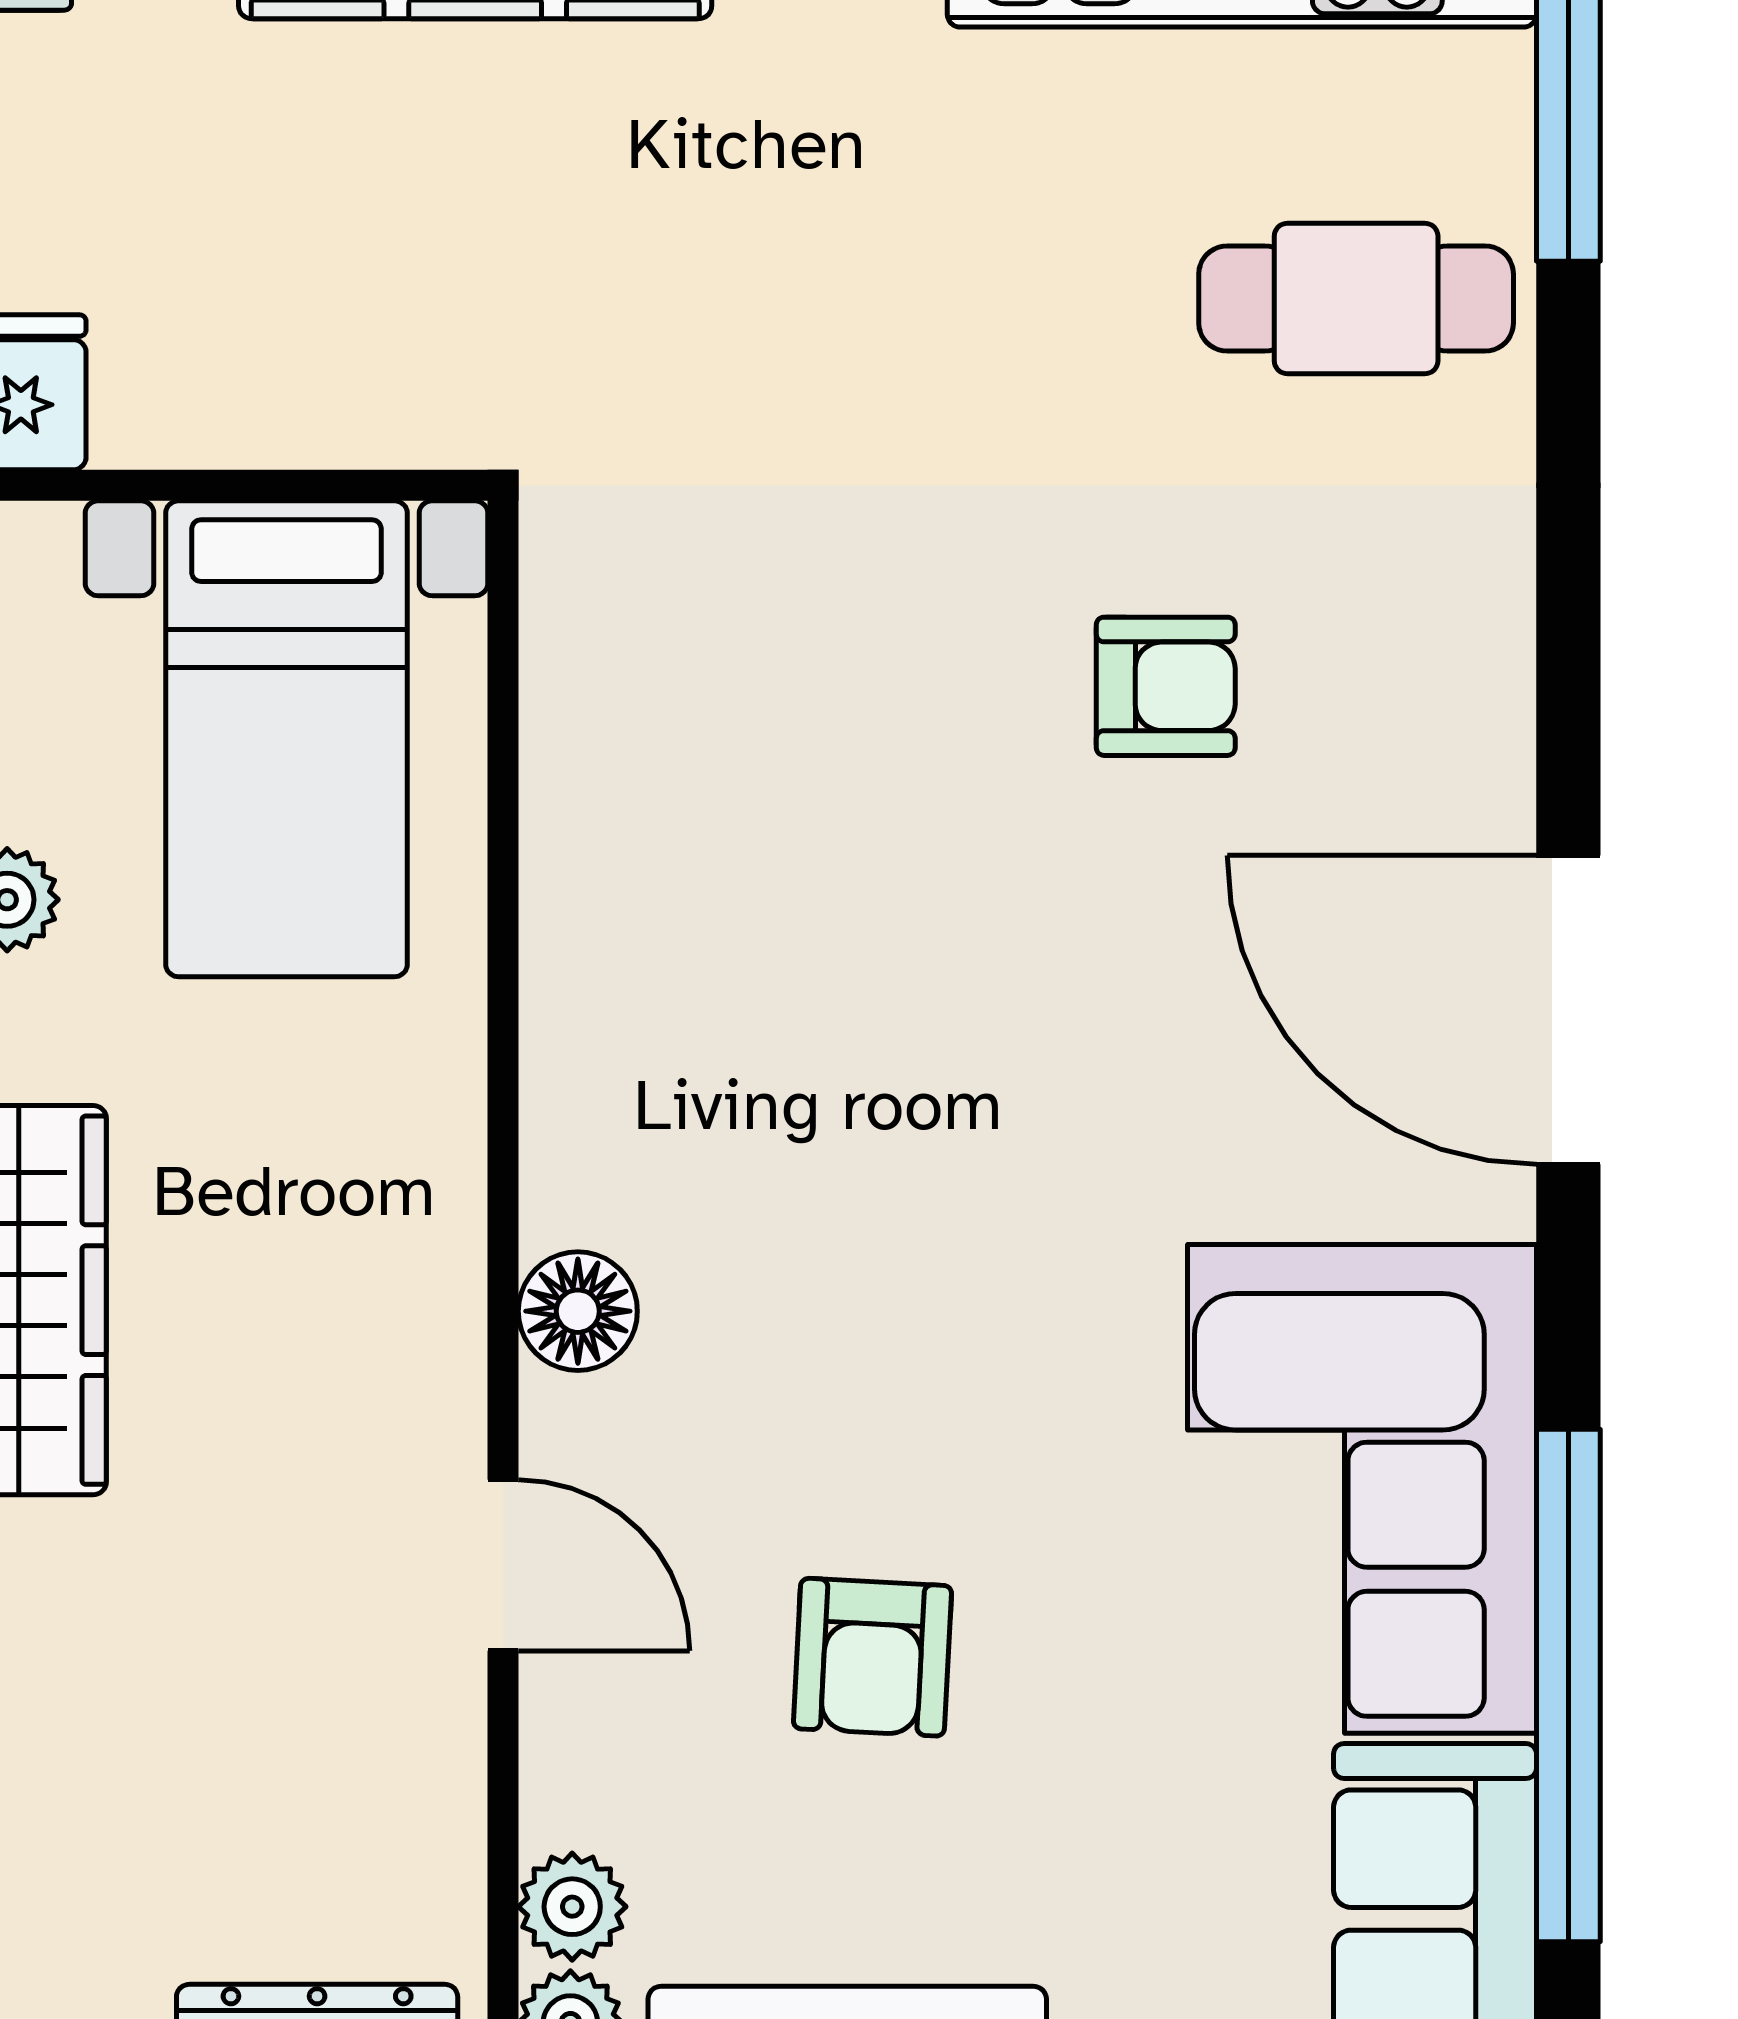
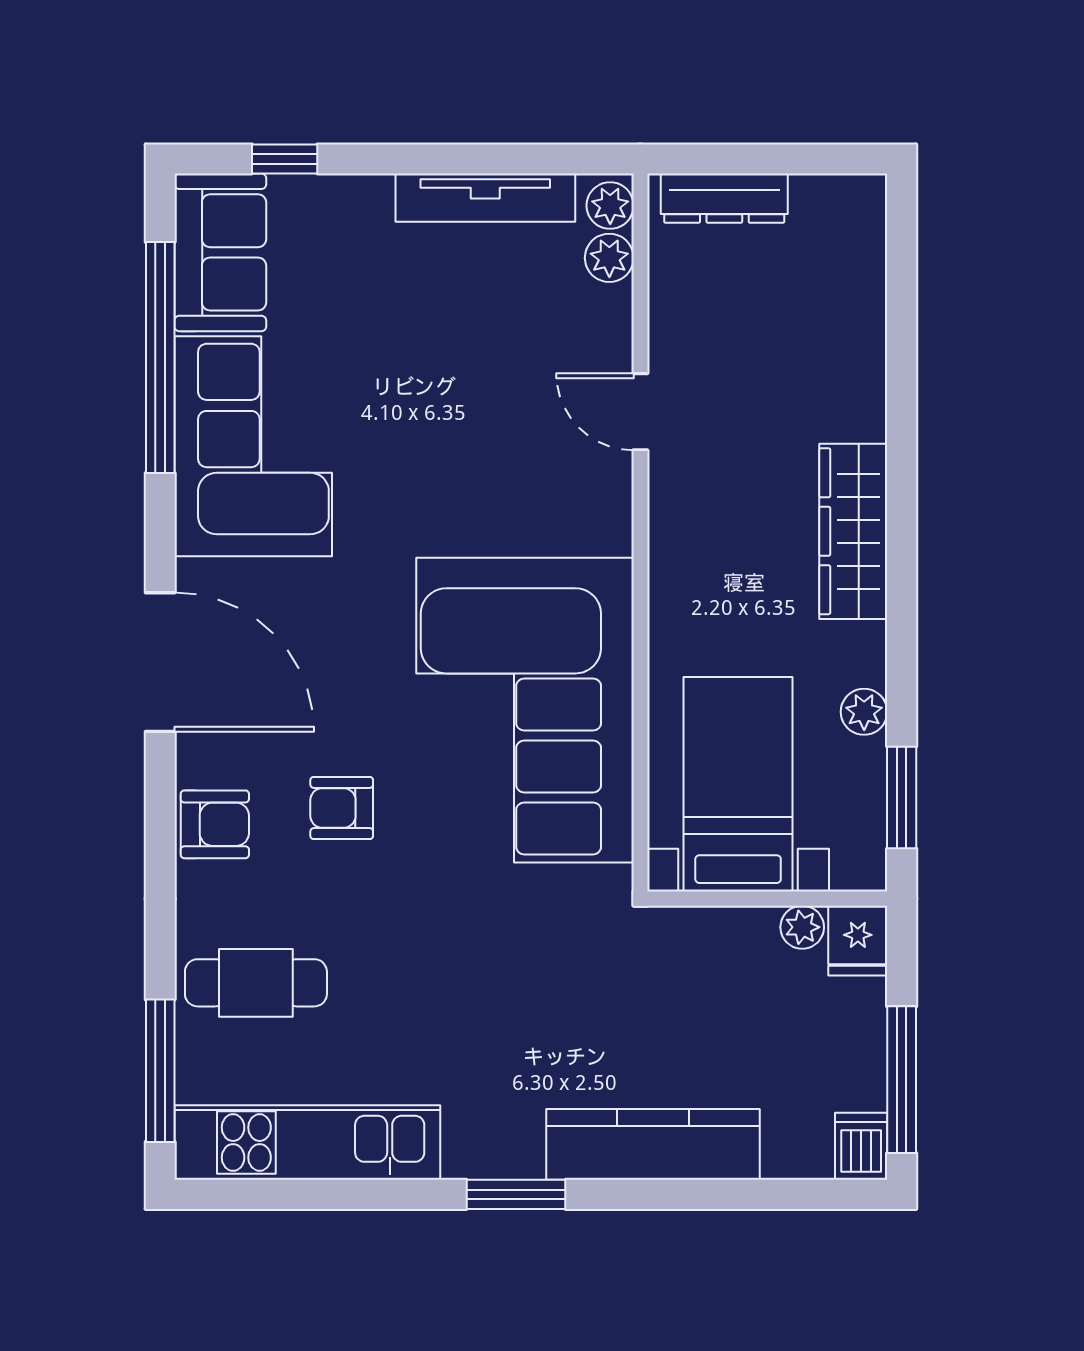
plant: (144, 422) -> (802, 927), added
corner sofa: (759, 903) -> (525, 710), added
floor lamp: (578, 1311) -> (607, 526), removed
armchair: (872, 1657) -> (215, 824), moved, turned 87

